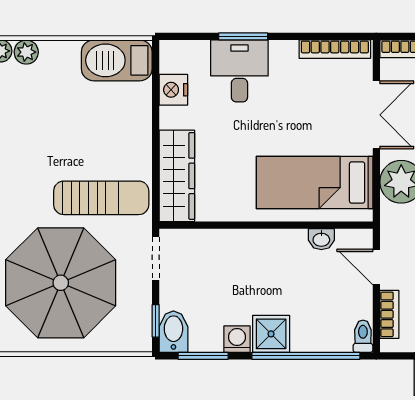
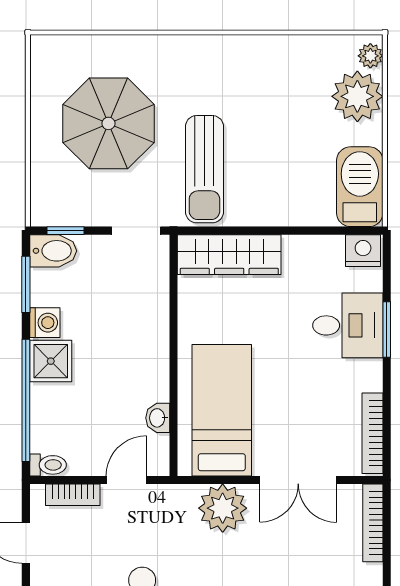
plant: (26, 52) -> (357, 96), width x1.88, depth x1.88
nightstand: (173, 90) -> (363, 251), moved
parasol: (61, 283) -> (108, 123), width x0.73, depth x0.73

